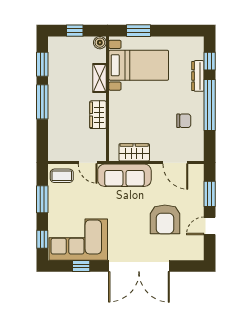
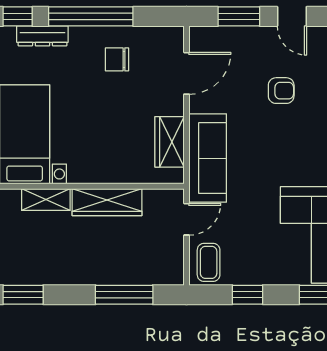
window: (42, 102) -> (124, 295), moved
wardrobe: (98, 115) -> (107, 202), width x1.50
chair: (184, 121) -> (117, 59), turned -90
window: (42, 199) -> (247, 295), width x0.67
armchair: (165, 219) -> (281, 91), width x0.53, depth x0.53

